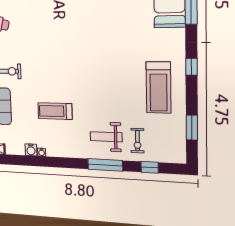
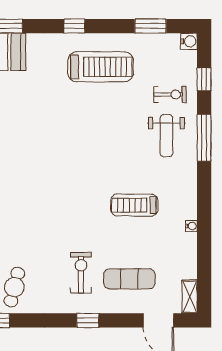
treadmill: (55, 111) -> (134, 205), turned 90
water cooler: (31, 150) -> (189, 41), moved

